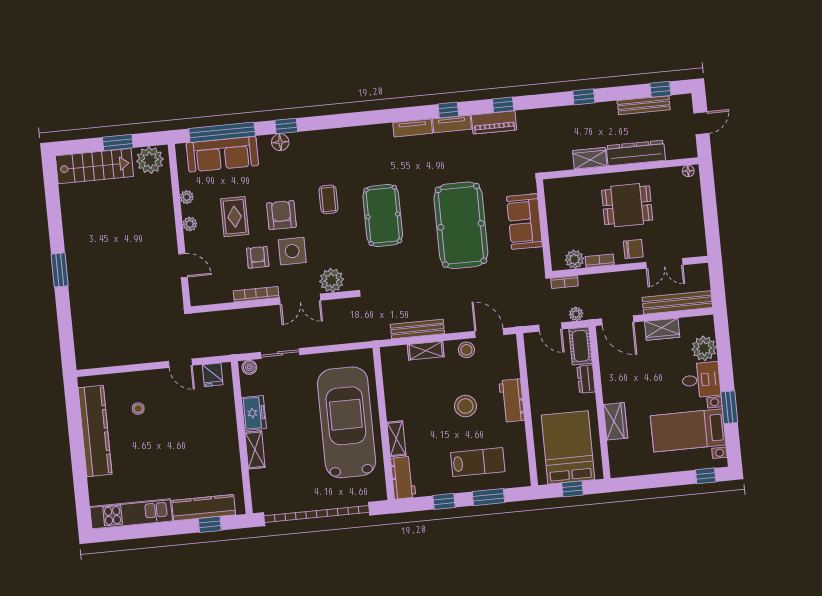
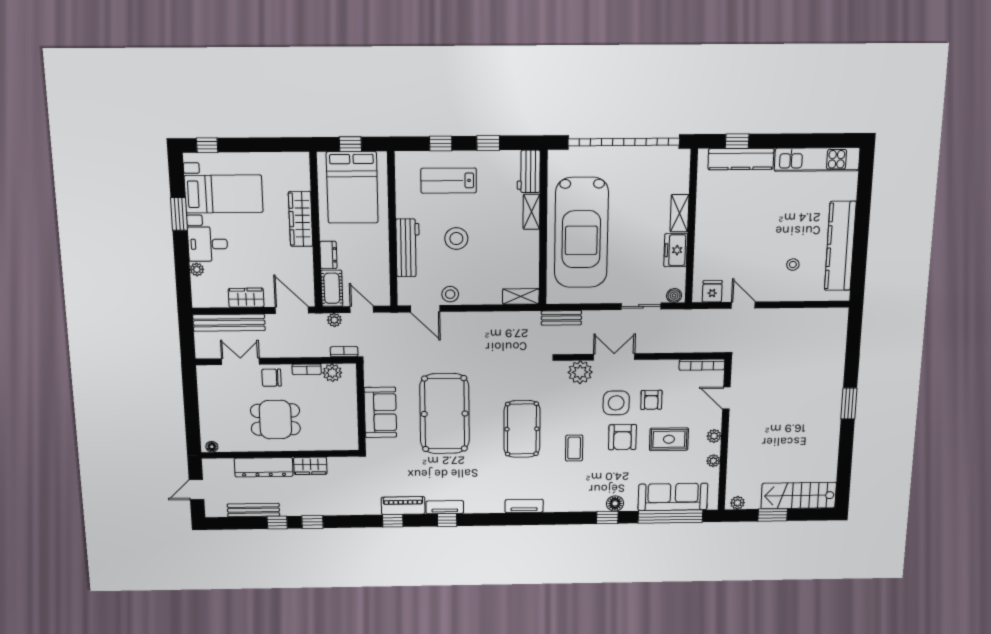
window: (660, 89) -> (277, 523), moved
tv unit: (413, 128) -> (524, 506), moved
plant: (150, 160) -> (738, 503), width x0.53, depth x0.53
rug: (235, 217) -> (669, 439), turned 90
bookcase: (256, 294) -> (702, 365), moved
bench: (417, 329) -> (561, 318), moved, width x0.73
plant: (704, 348) -> (197, 269), width x0.53, depth x0.53
shelving: (426, 351) -> (521, 296), moved
workbench: (512, 401) -> (408, 248), width x1.38
wardrobe: (615, 421) -> (301, 219), width x1.50
window: (488, 497) -> (441, 143), width x0.67

